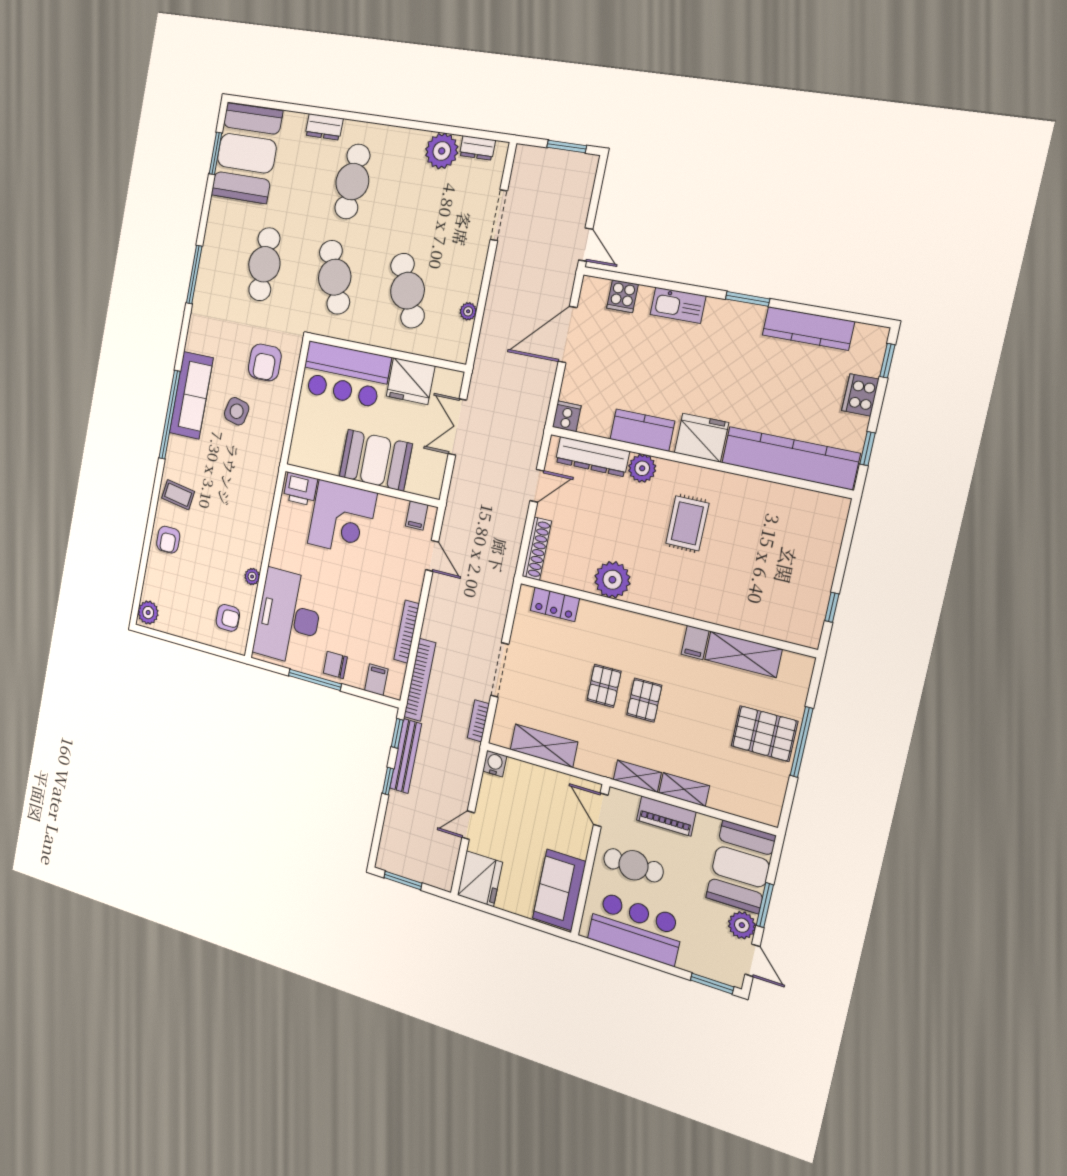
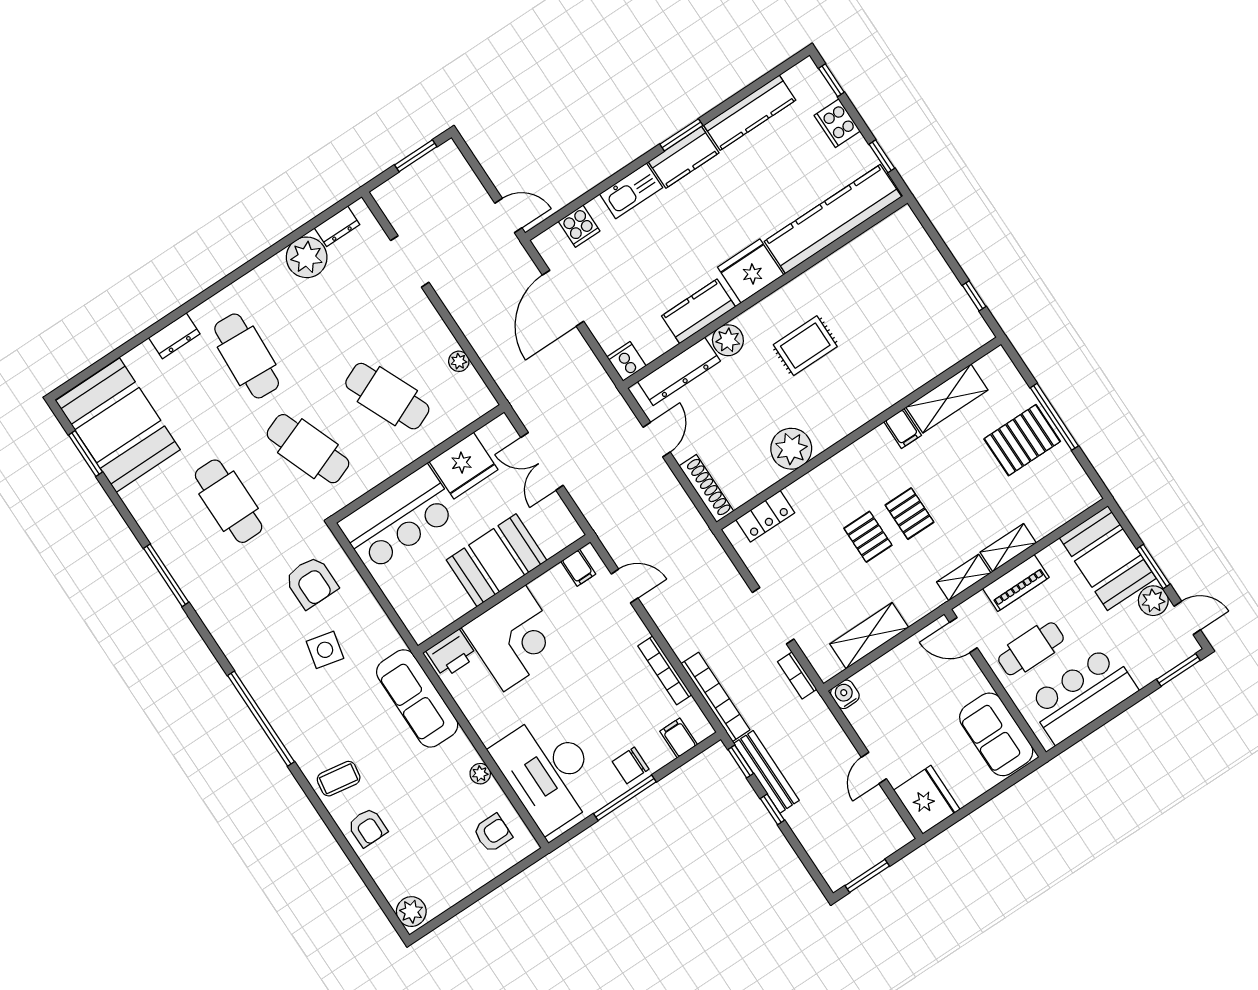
kitchen counter: (734, 316) -> (684, 157), added
sofa: (191, 395) -> (417, 698), moved, turned 180
rug: (687, 523) -> (805, 346), turned 90

